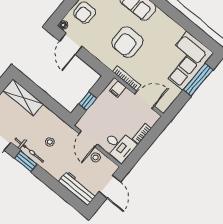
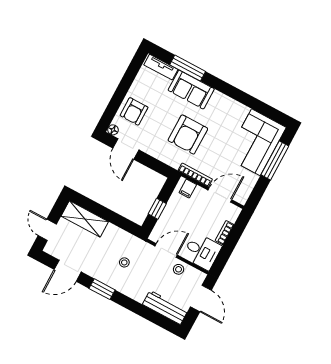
door: (88, 139) -> (166, 251), swing flipped
bicycle: (29, 150) -> (103, 276), removed

